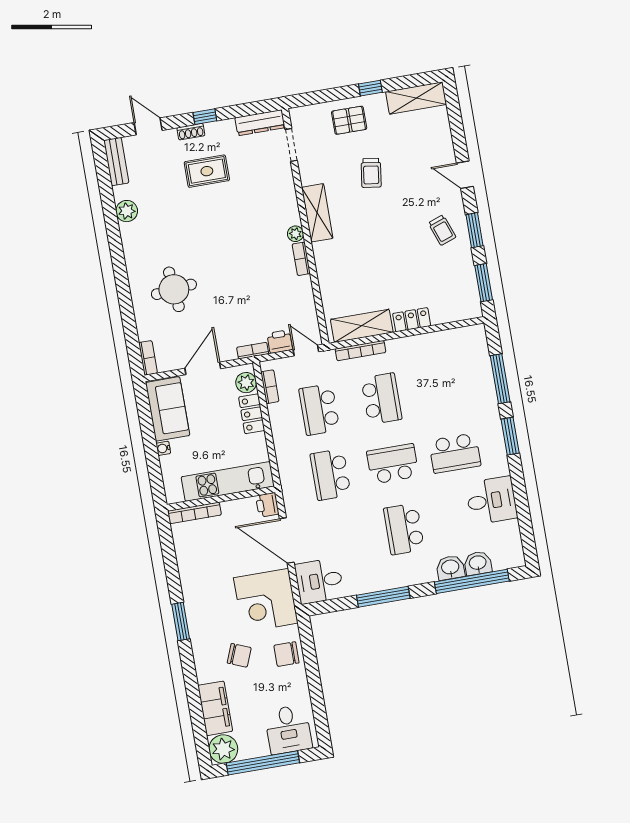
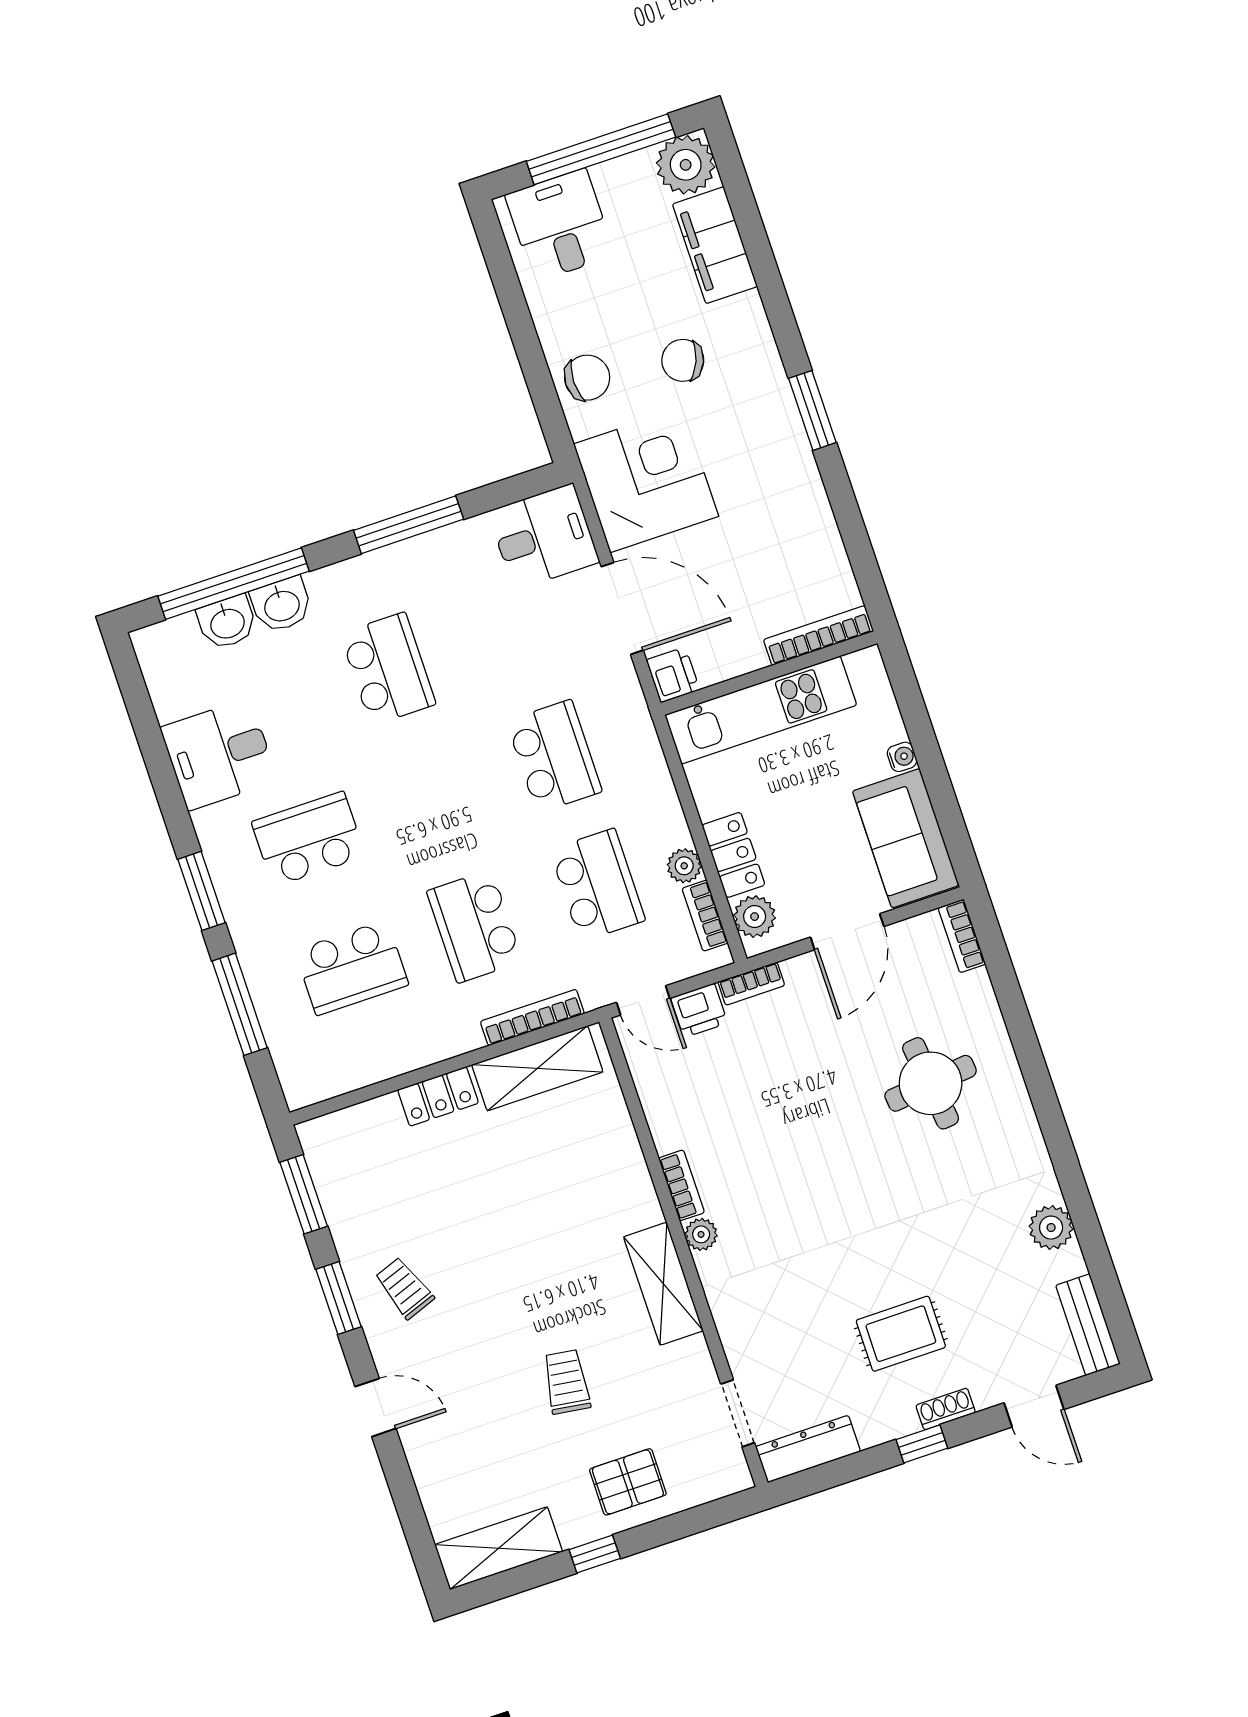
plant: (276, 412) -> (684, 866), added
school desk: (393, 464) -> (352, 968), moved

